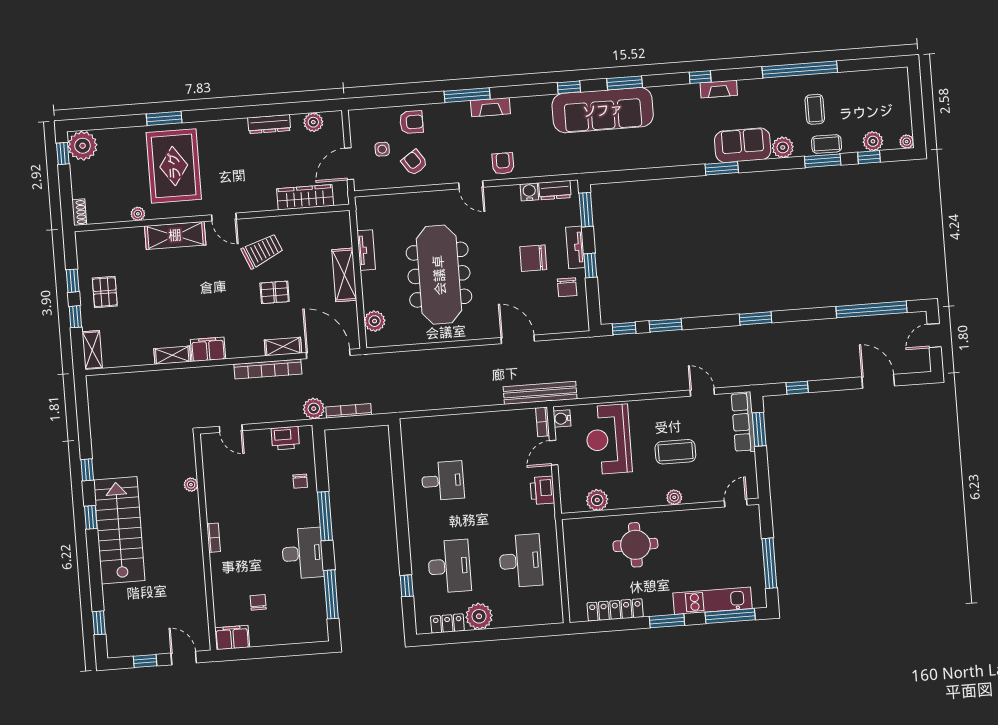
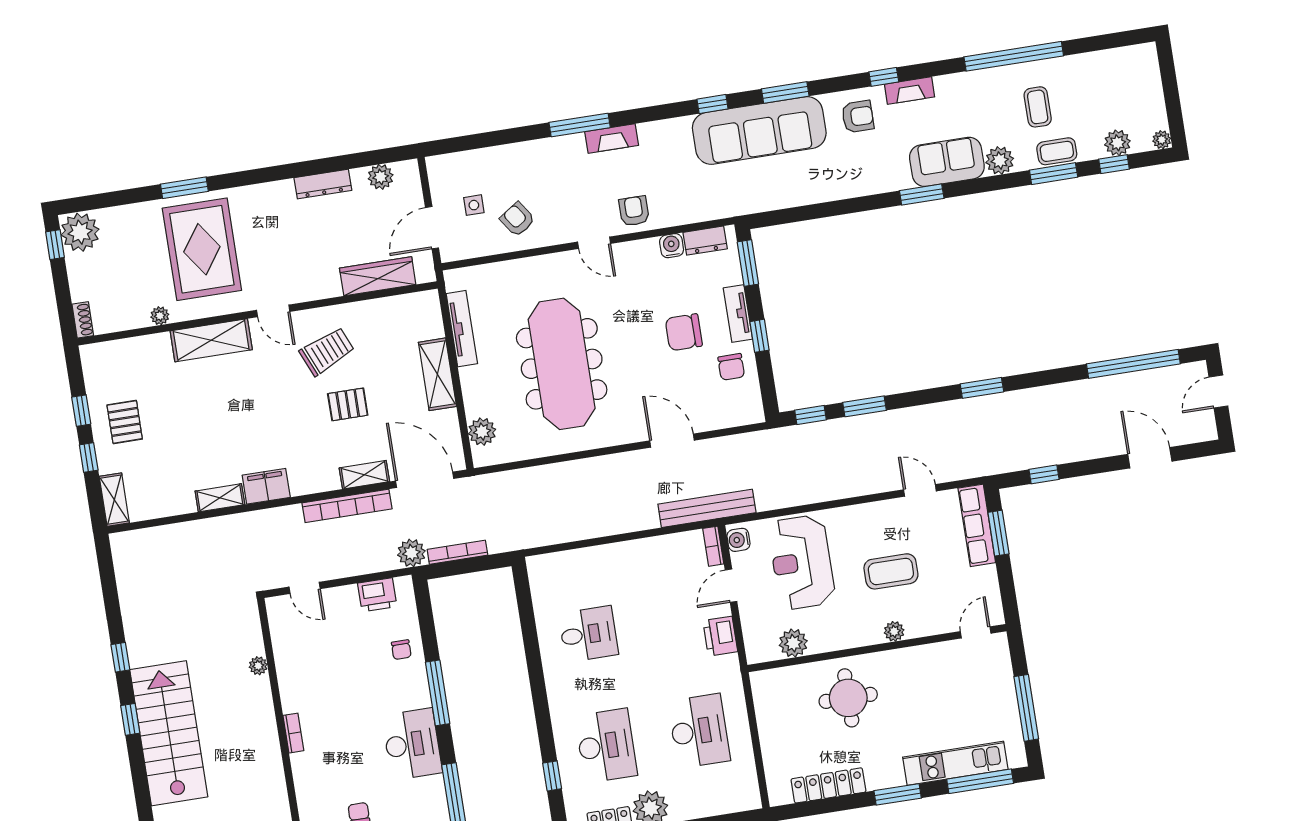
armchair: (411, 122) -> (858, 117), moved
tv unit: (366, 250) -> (462, 329), width x1.41

